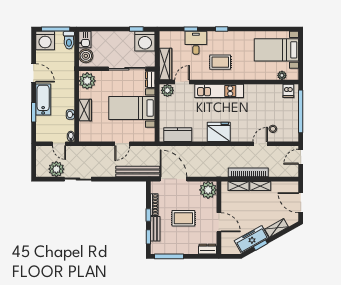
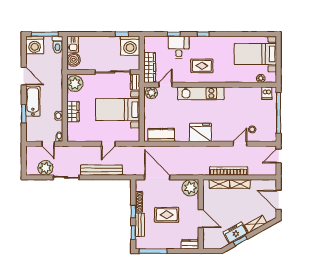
bench: (138, 171) -> (101, 170), moved
freezer: (251, 239) -> (235, 233), width x0.71

